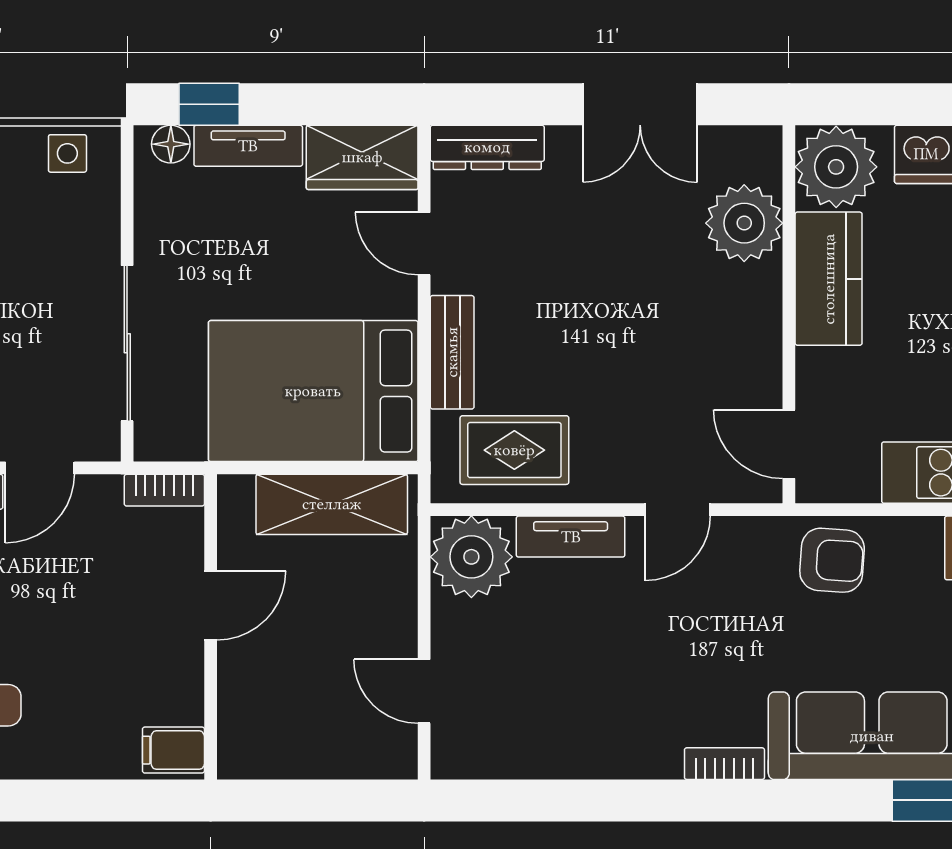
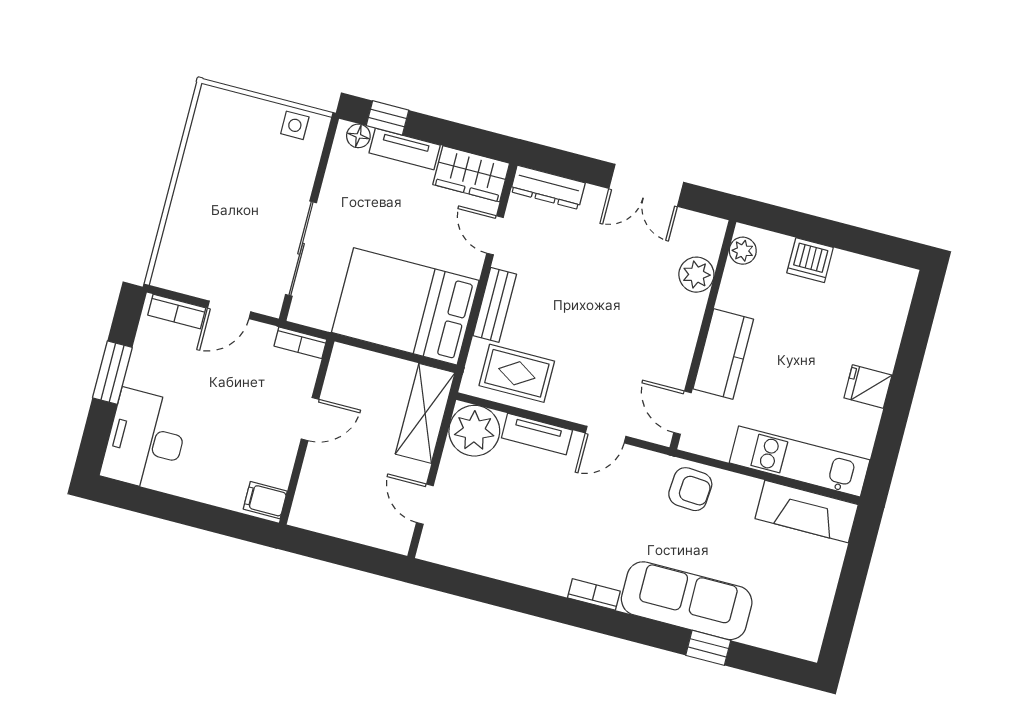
plant: (836, 167) -> (743, 251), width x0.53, depth x0.53
plant: (744, 223) -> (696, 275), width x0.73, depth x0.73
kitchen counter: (829, 279) -> (723, 354), moved
shelving: (332, 504) -> (425, 413), moved, turned 90

